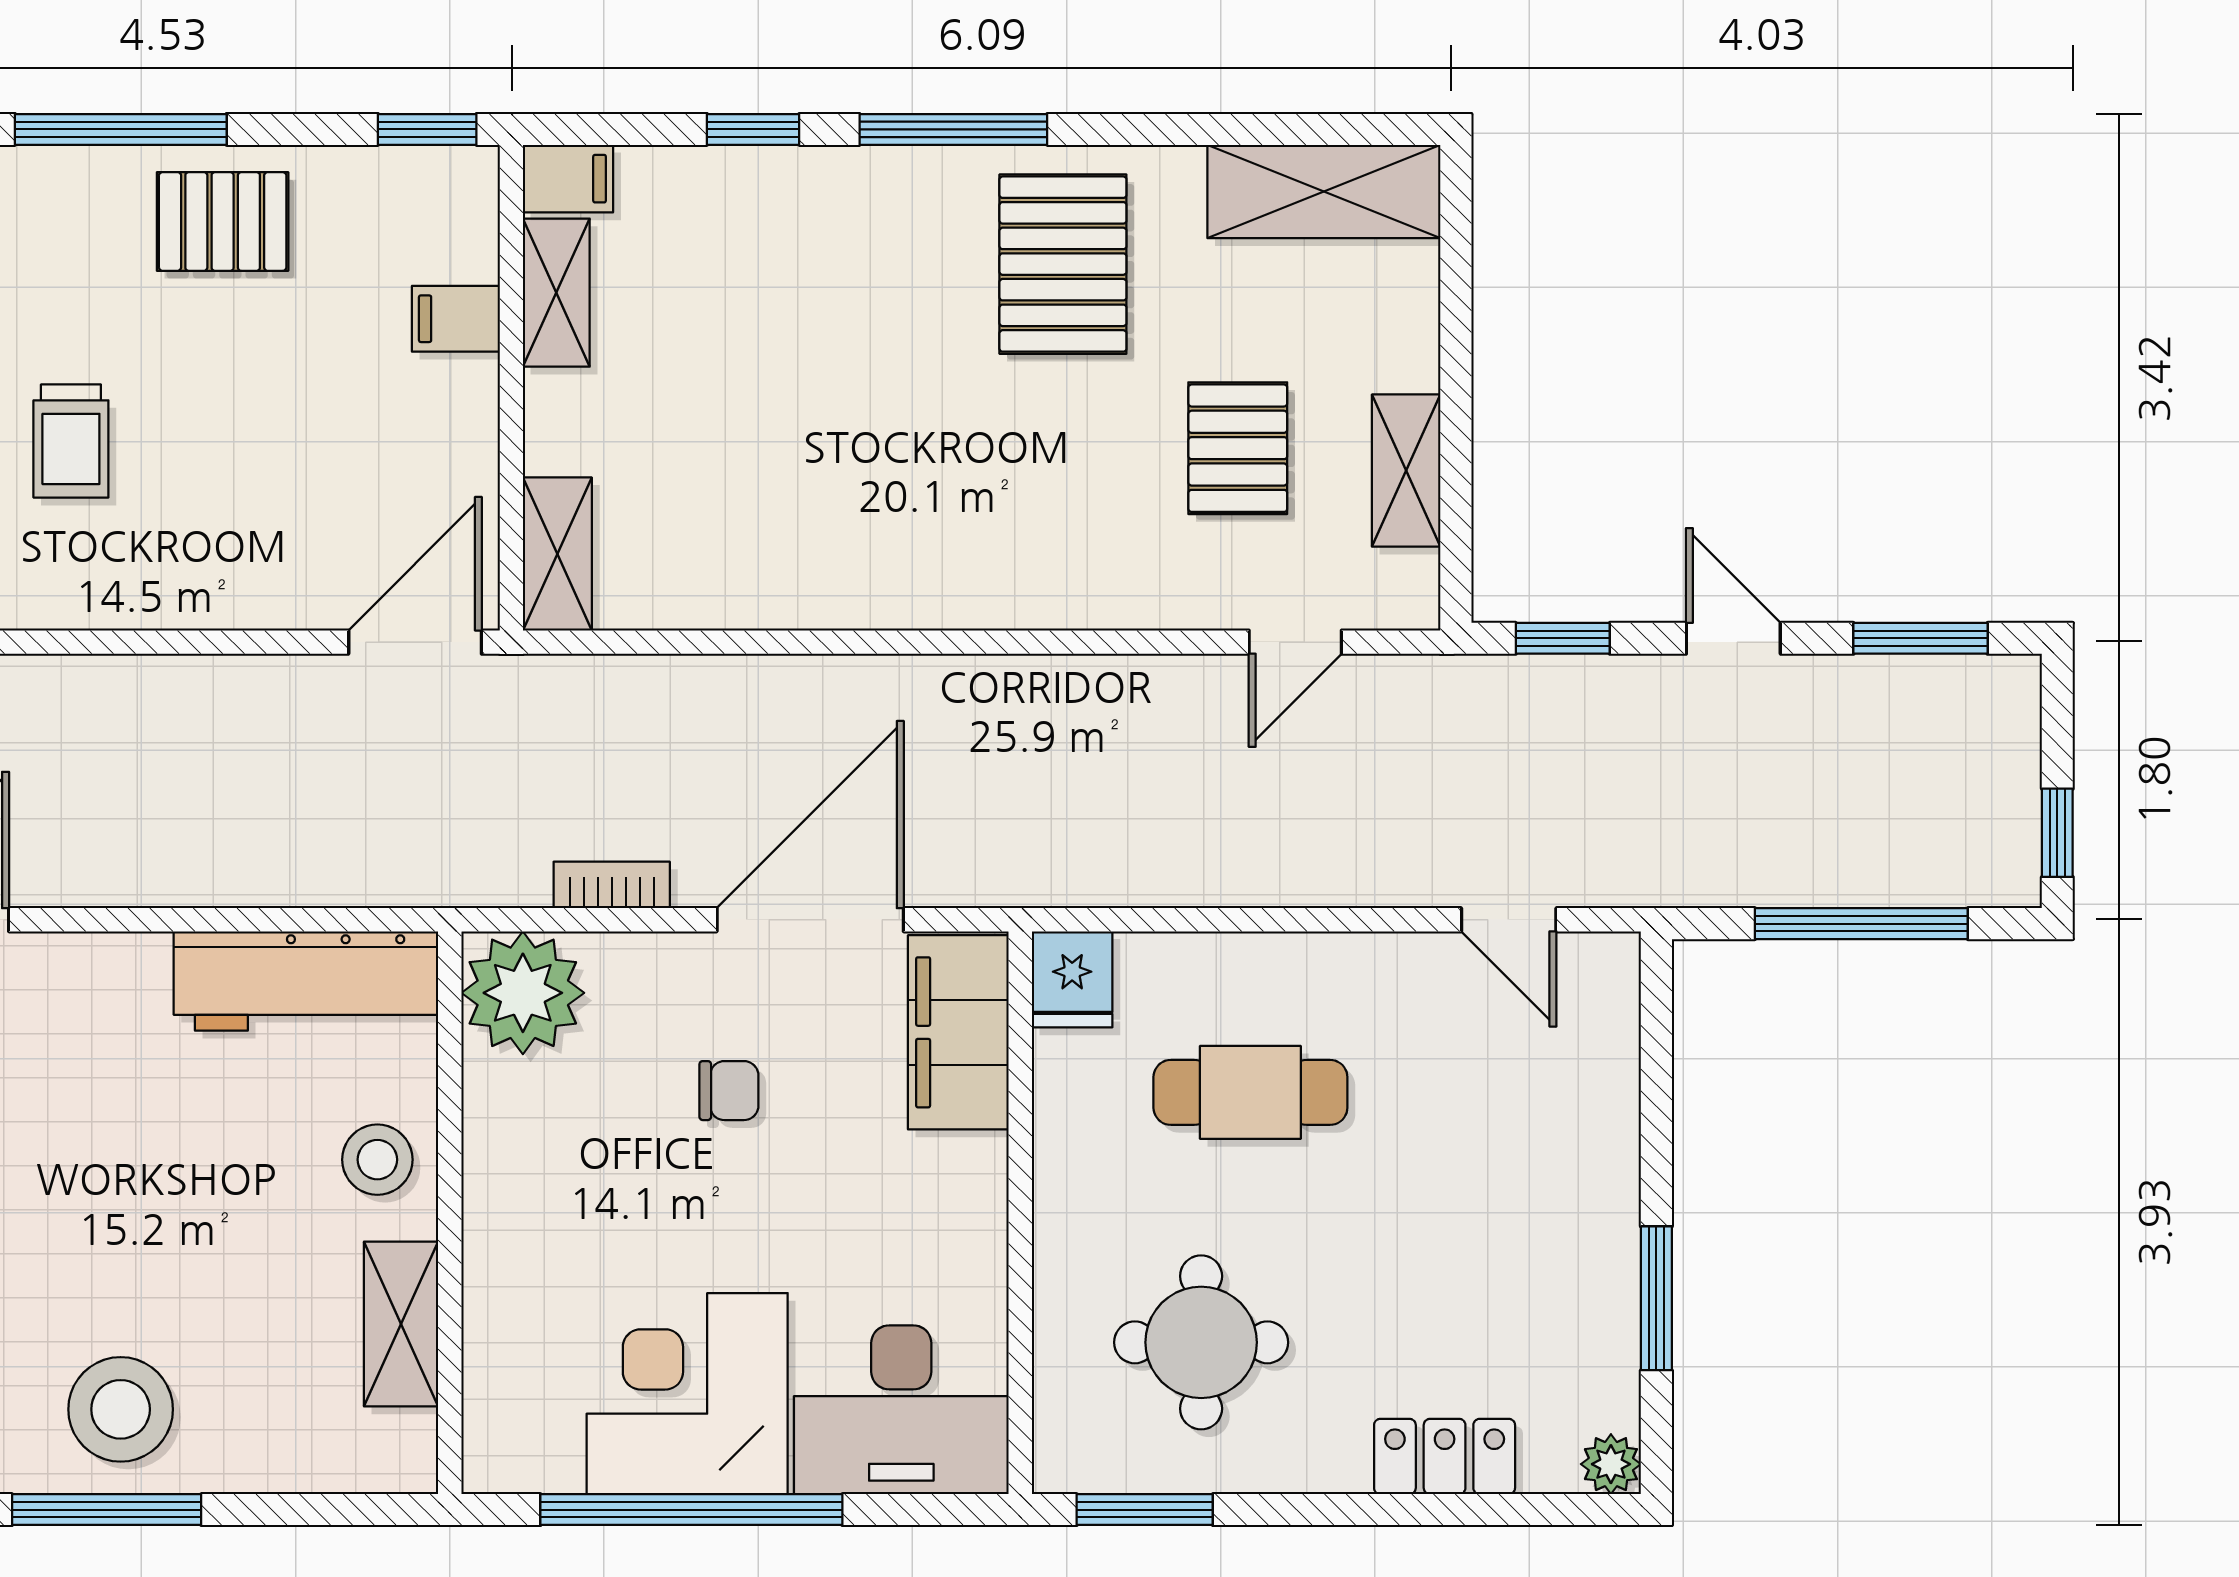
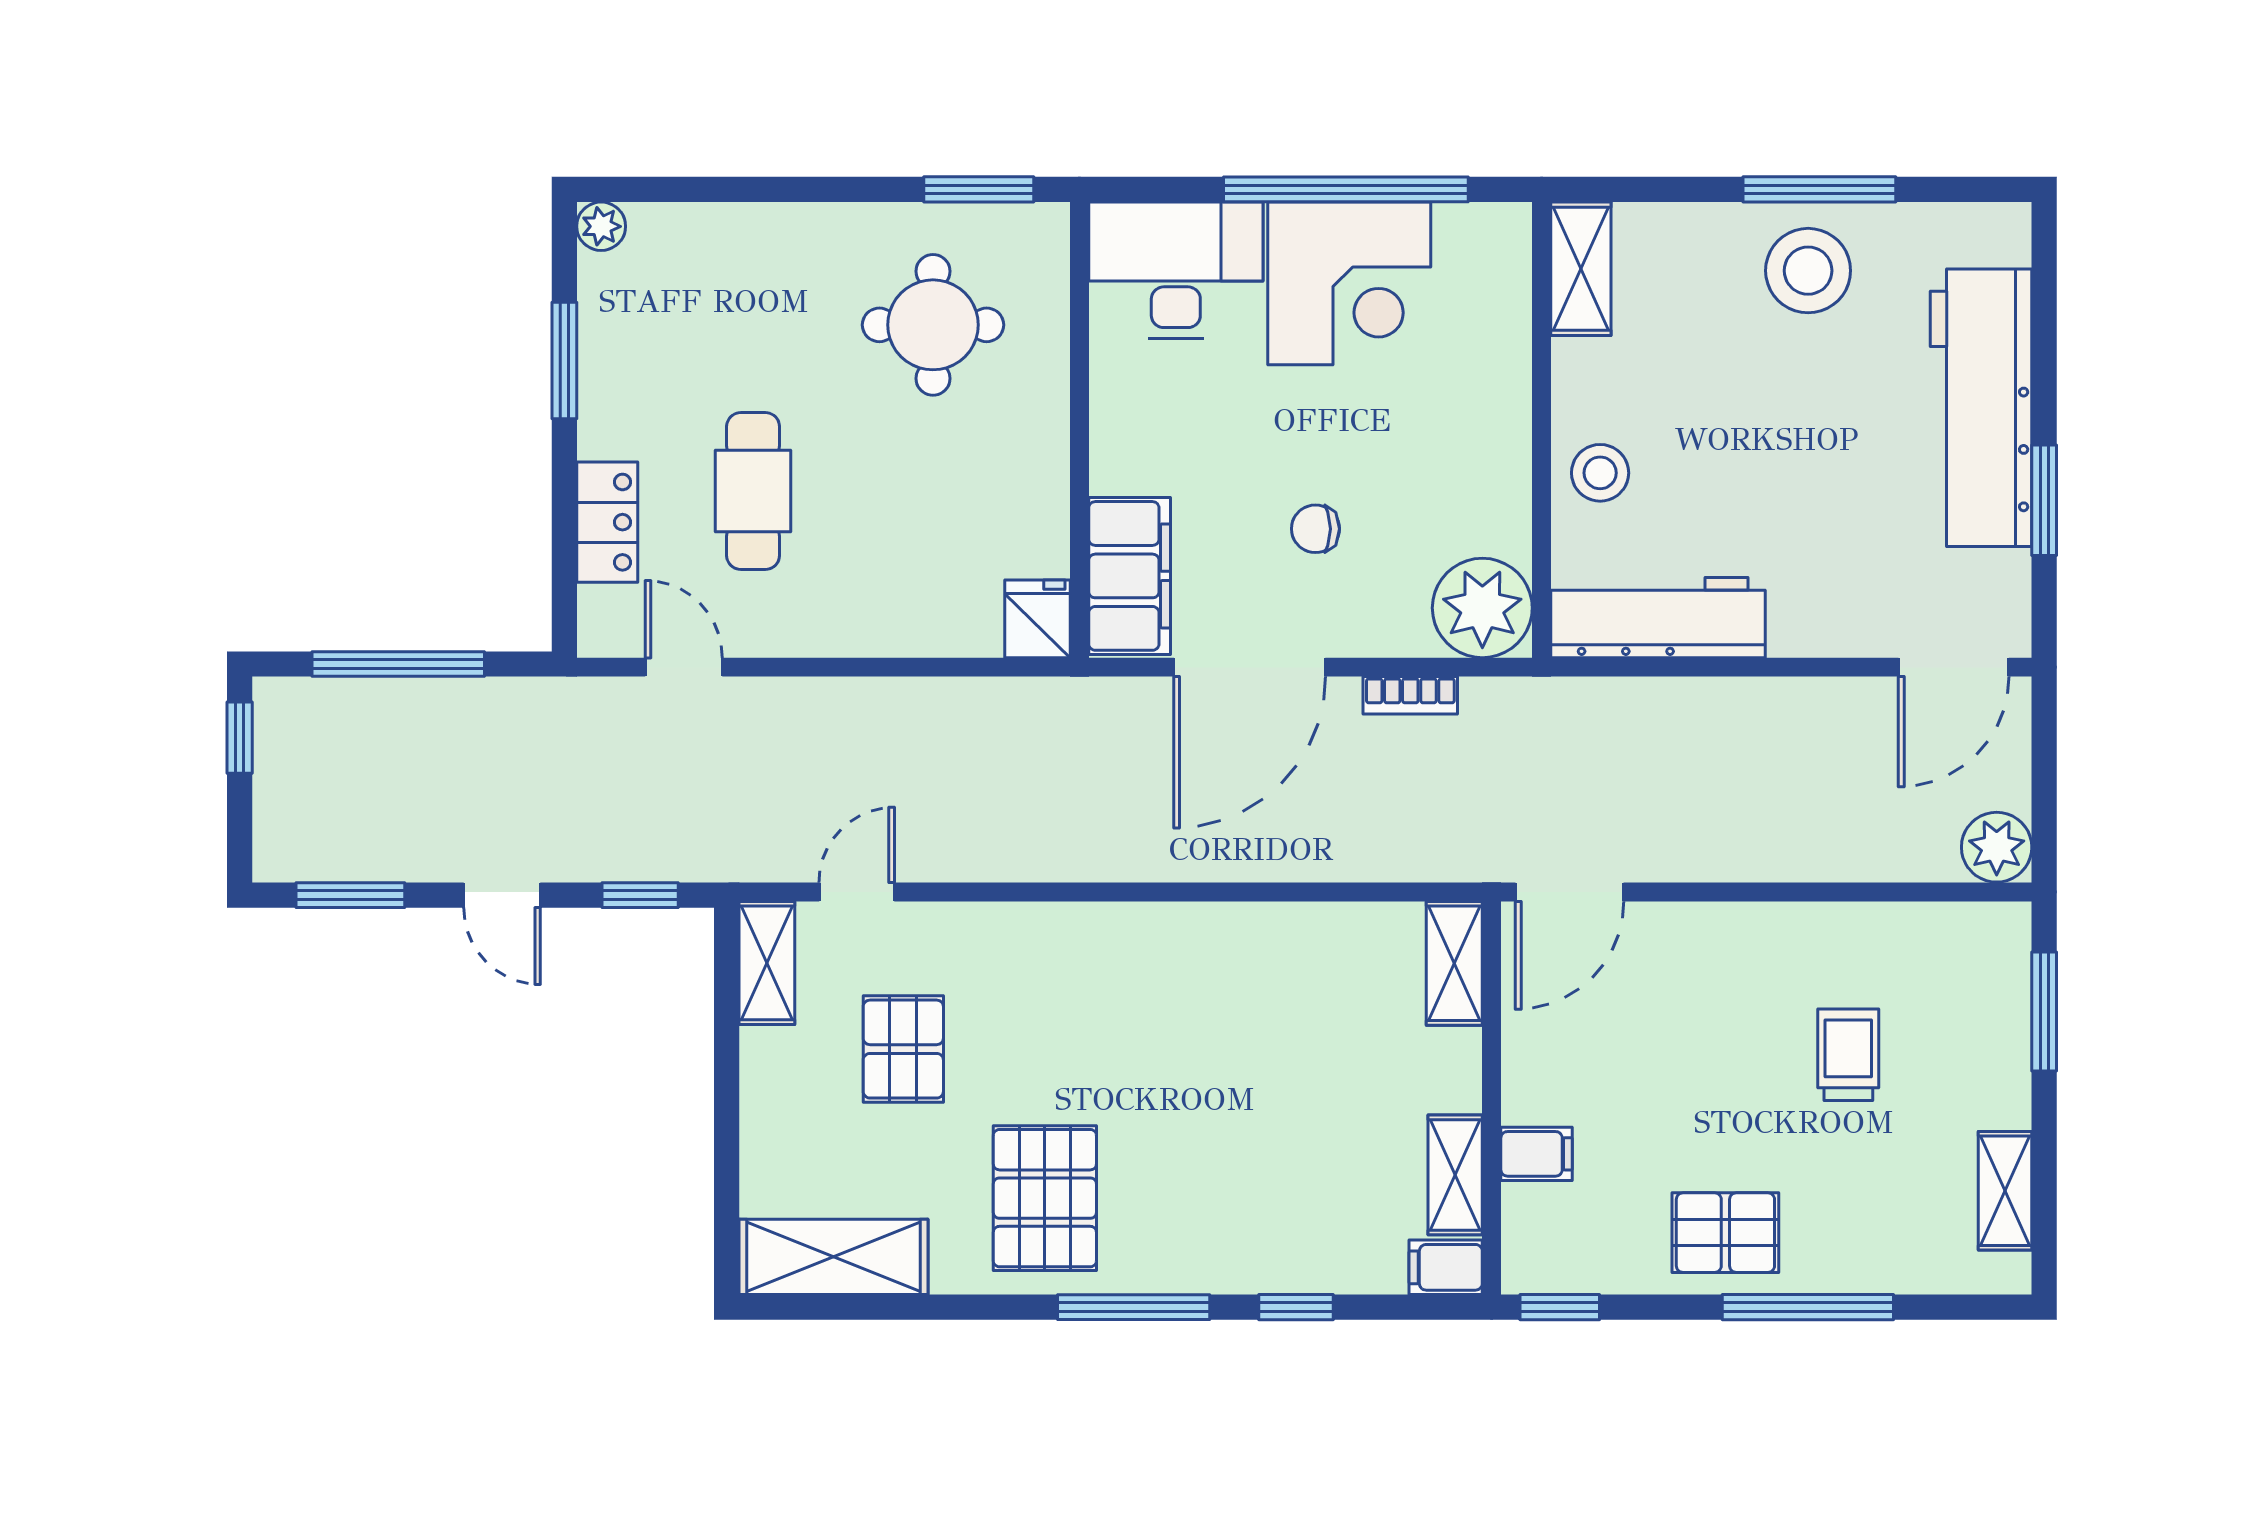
shelving: (1406, 471) -> (767, 963), moved
cafe table: (1250, 1092) -> (753, 491), moved, turned 90
shelving: (401, 1324) -> (1581, 269), moved
locker: (1445, 1457) -> (607, 522), moved, turned -90

